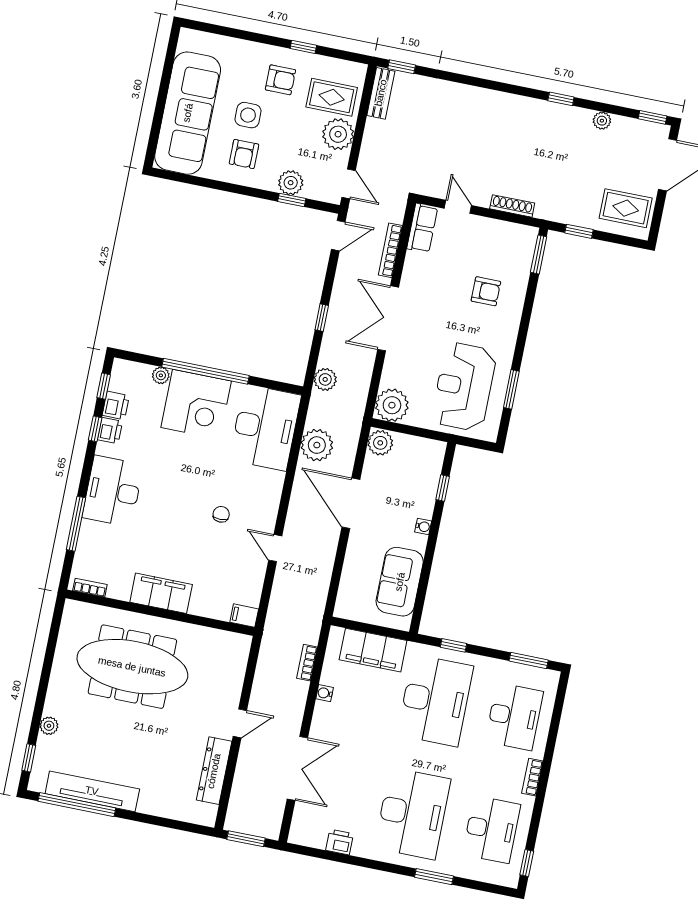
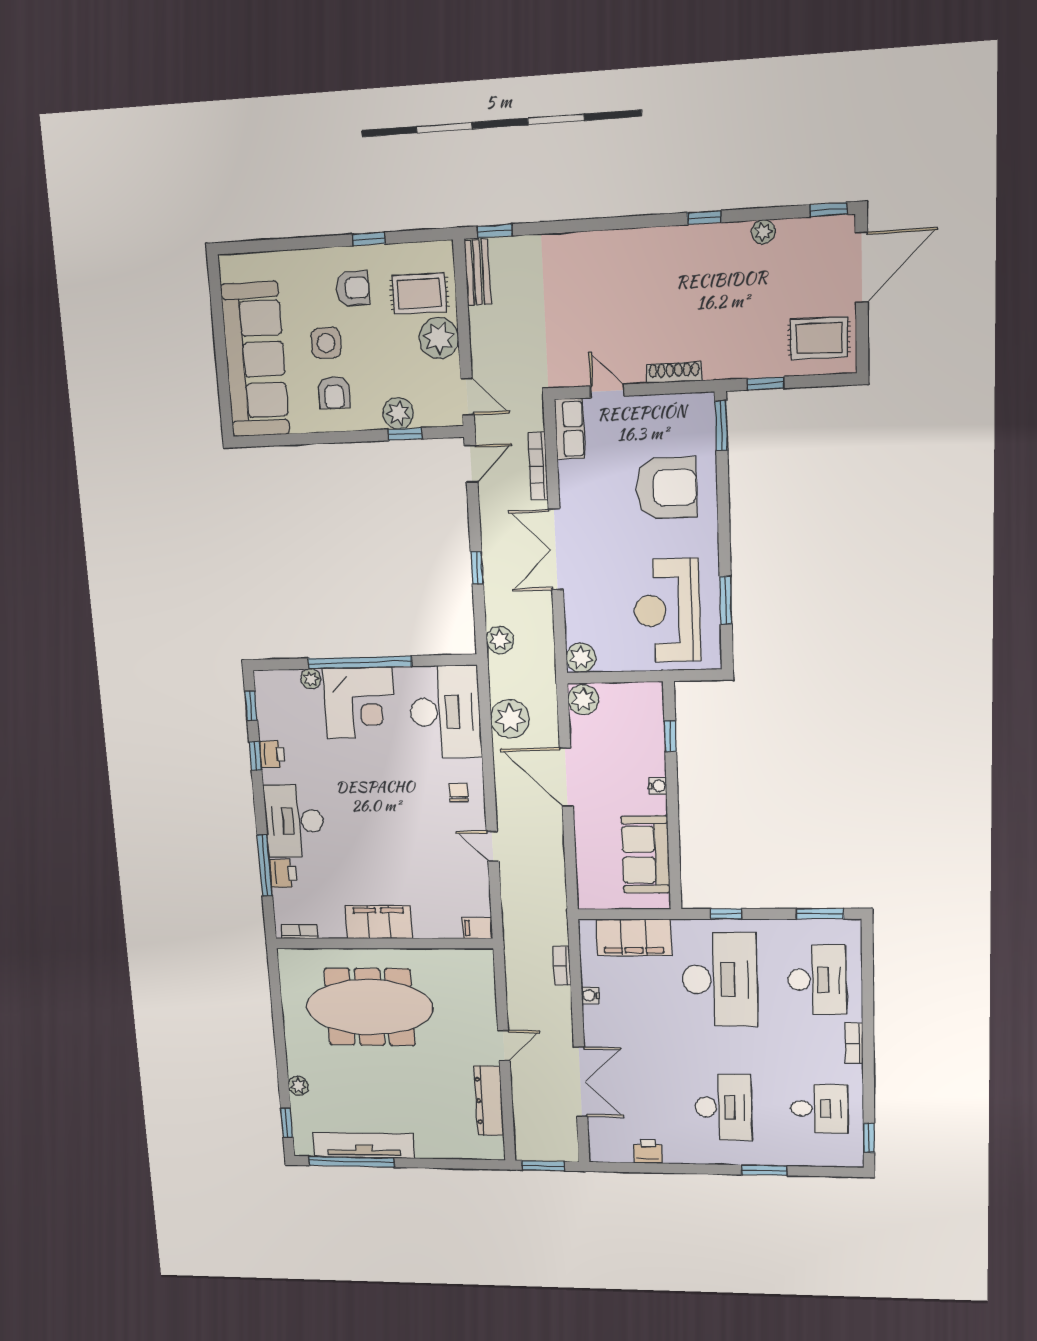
armchair: (486, 291) -> (666, 488), width x1.88, depth x1.88
printer: (116, 405) -> (283, 873), moved
plant: (392, 405) -> (581, 658), width x0.73, depth x0.73
chair: (221, 514) -> (459, 792), moved
desk: (413, 813) -> (723, 1107), width x0.73, depth x0.77
desk: (491, 829) -> (819, 1109), width x0.73

